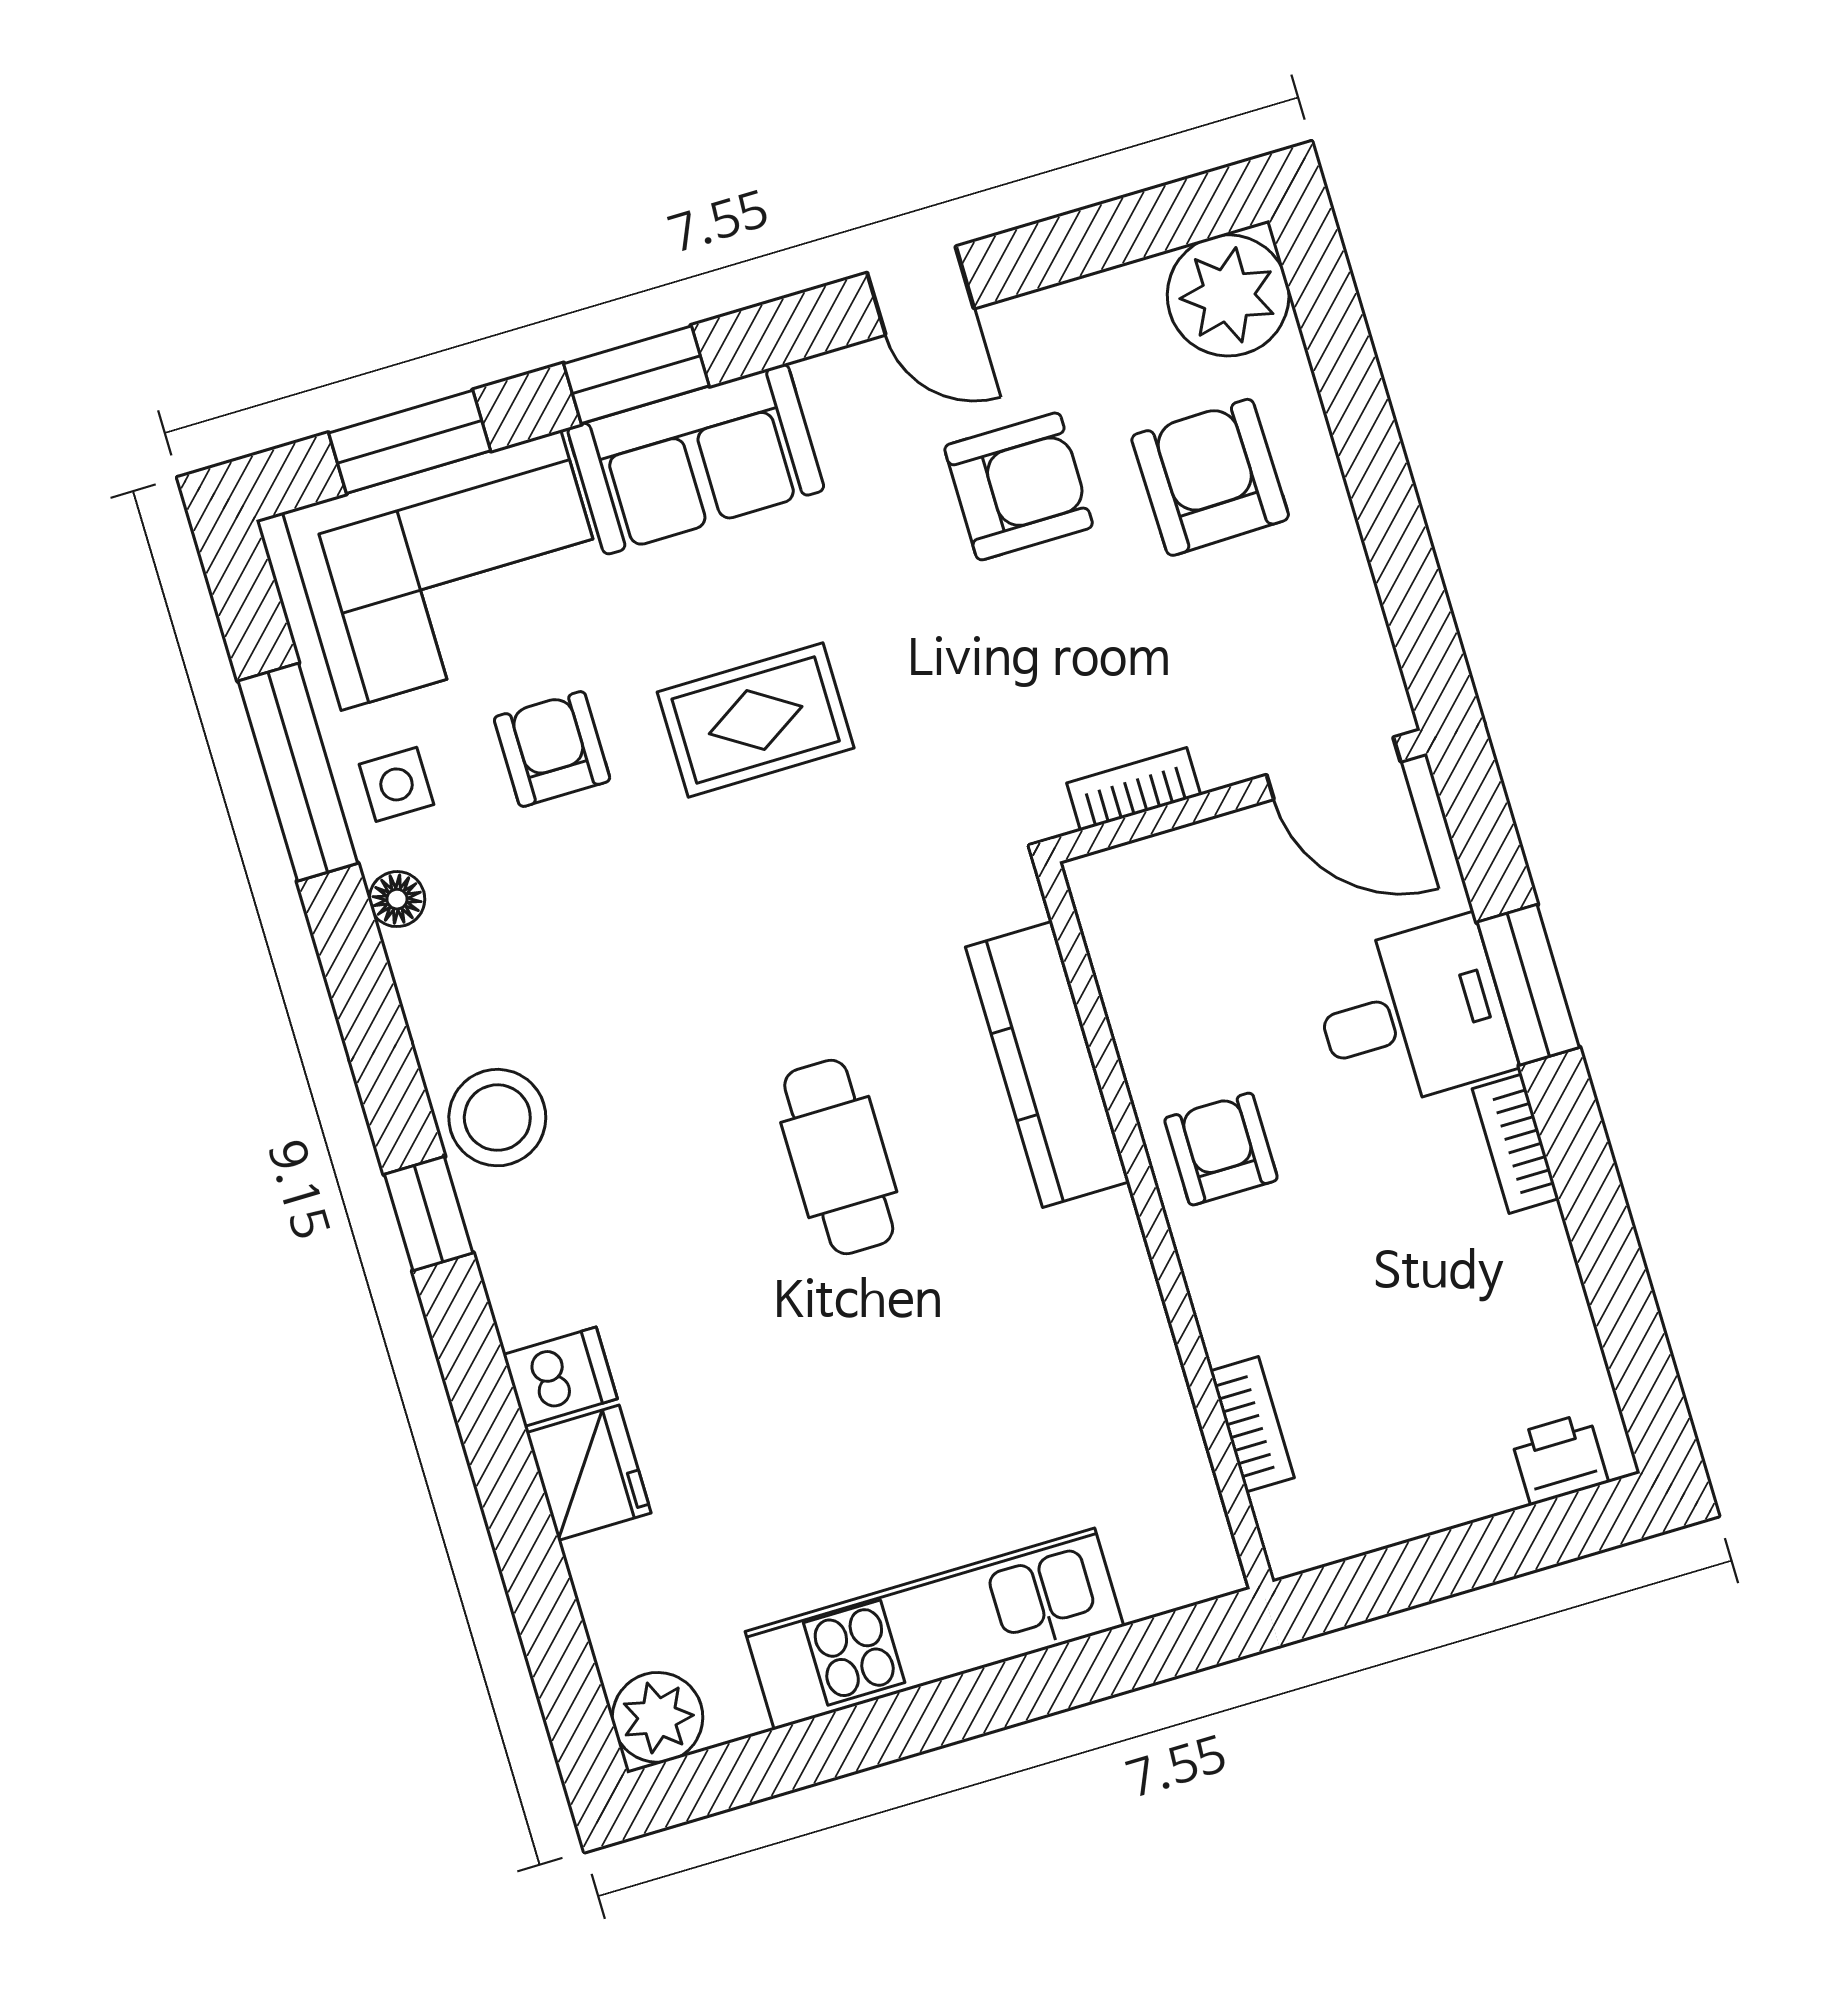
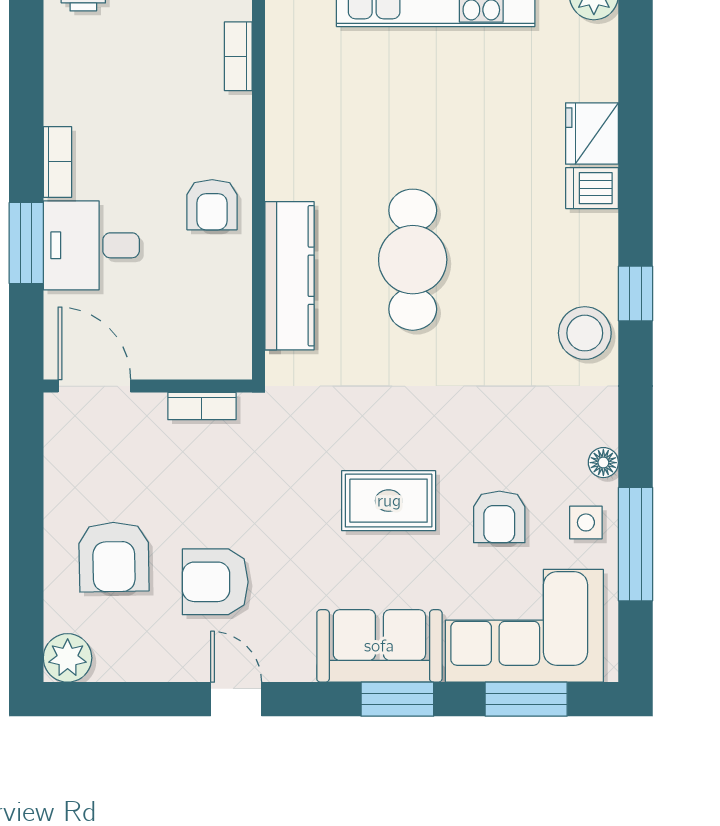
plant: (1228, 295) -> (68, 658), width x0.73, depth x0.73
cafe table: (839, 1157) -> (413, 260), width x1.37, depth x1.35

